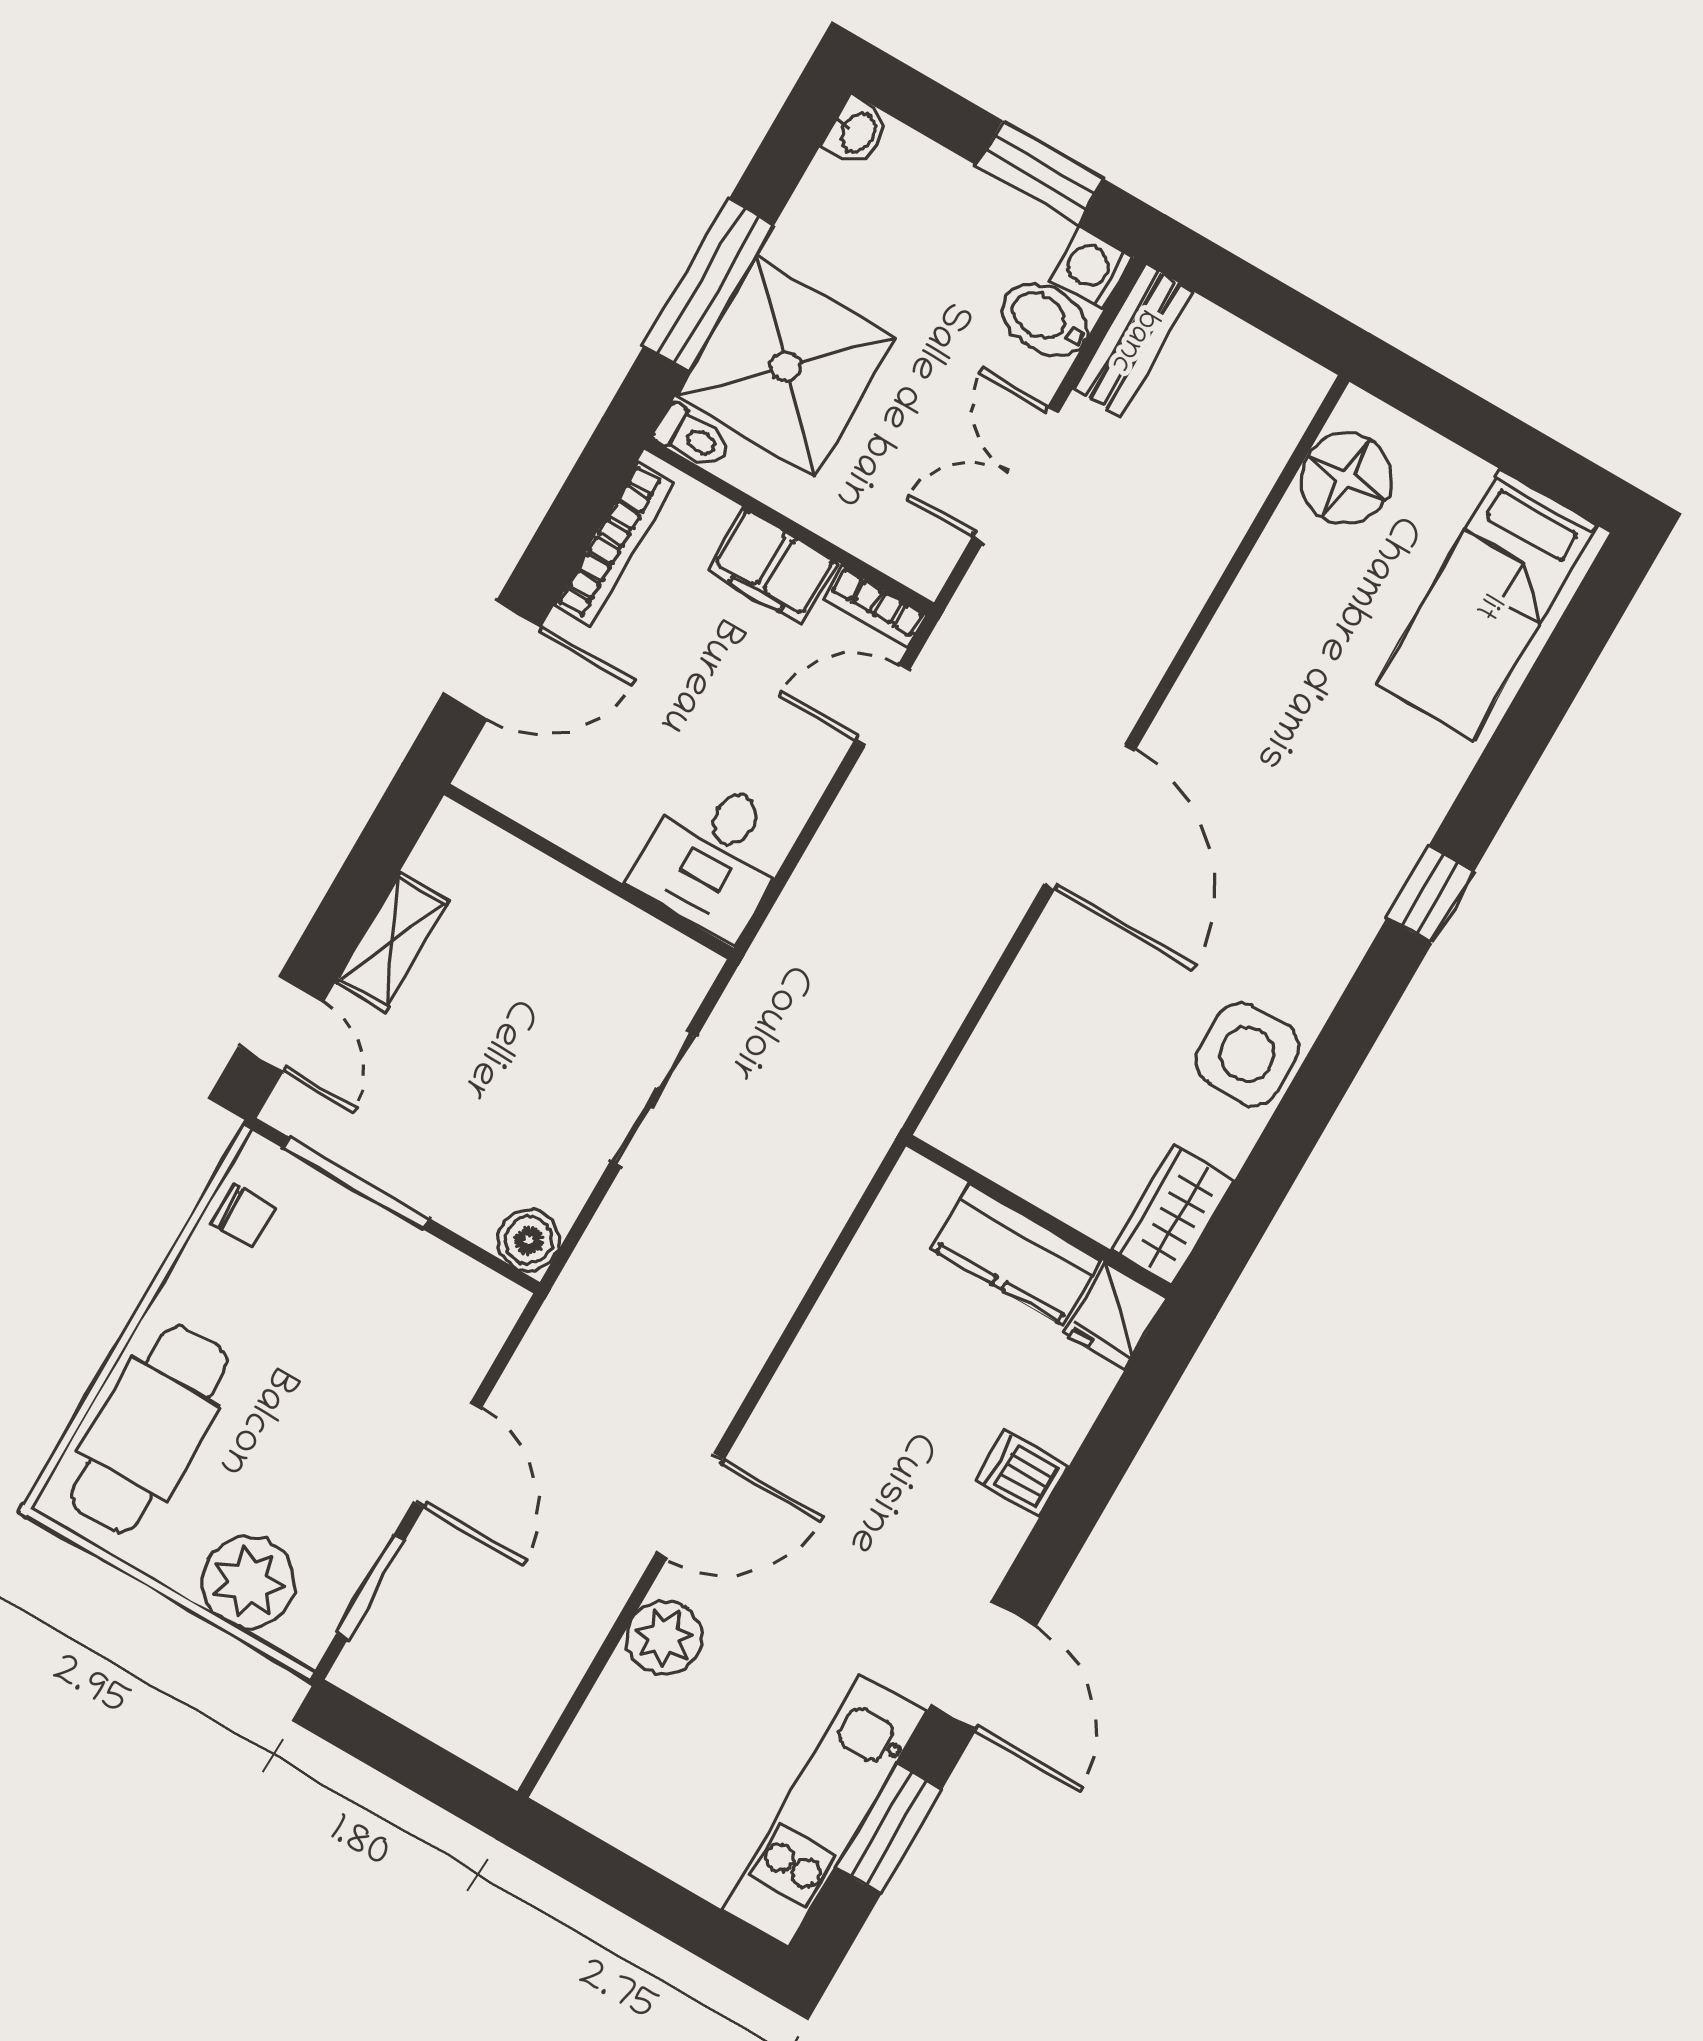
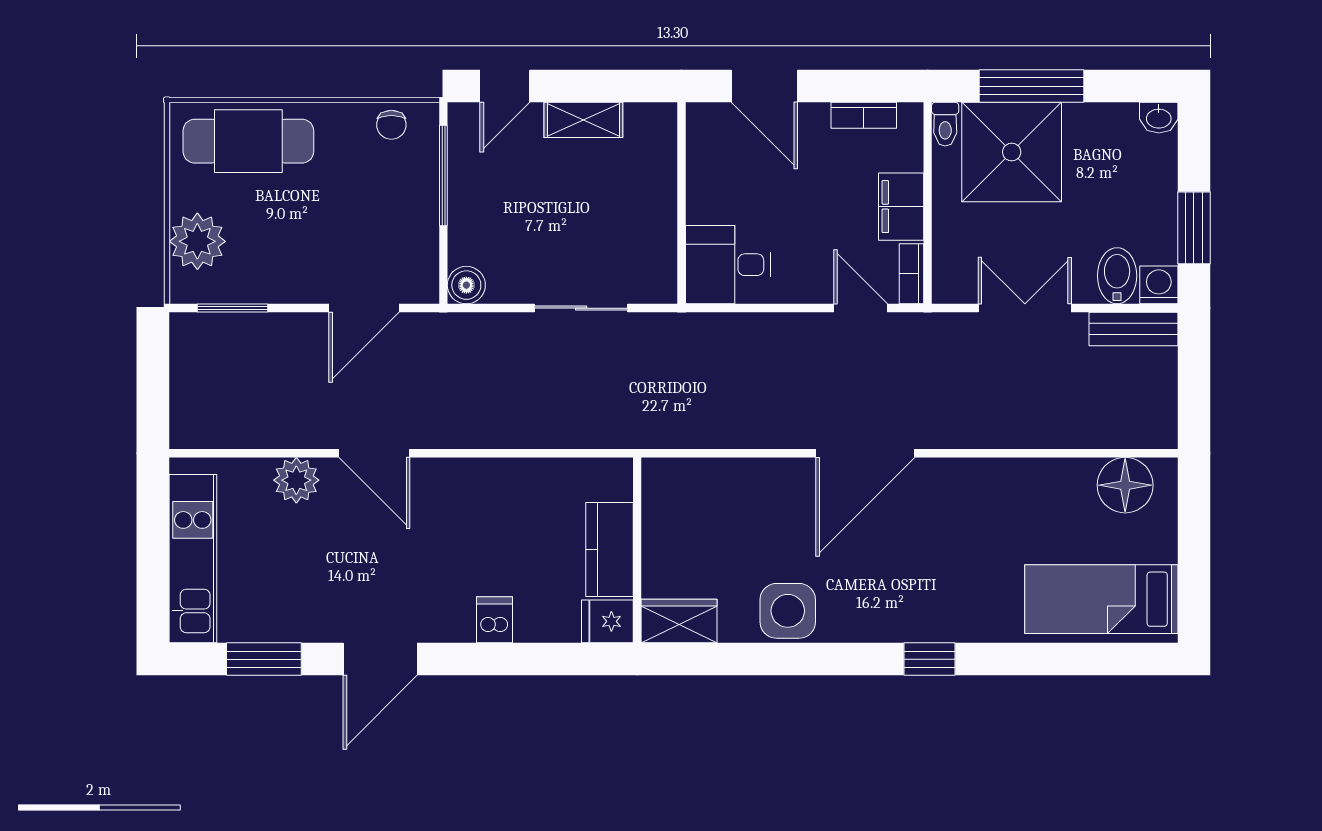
bookcase: (614, 544) -> (864, 115), width x0.64
door: (447, 1455) -> (364, 308), moved
kitchen unit: (824, 1811) -> (193, 559), moved, turned 90

